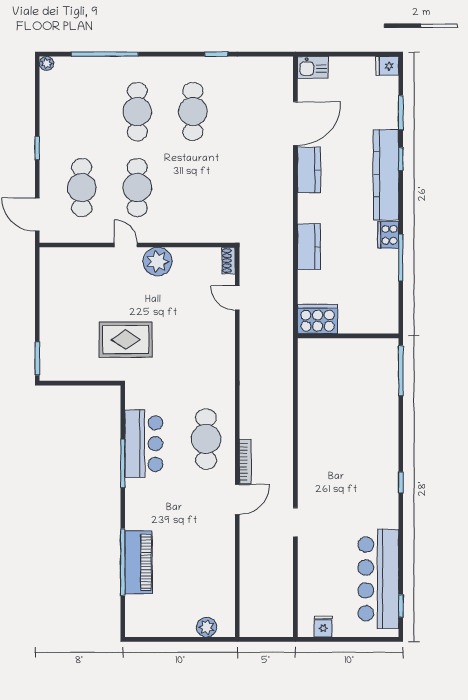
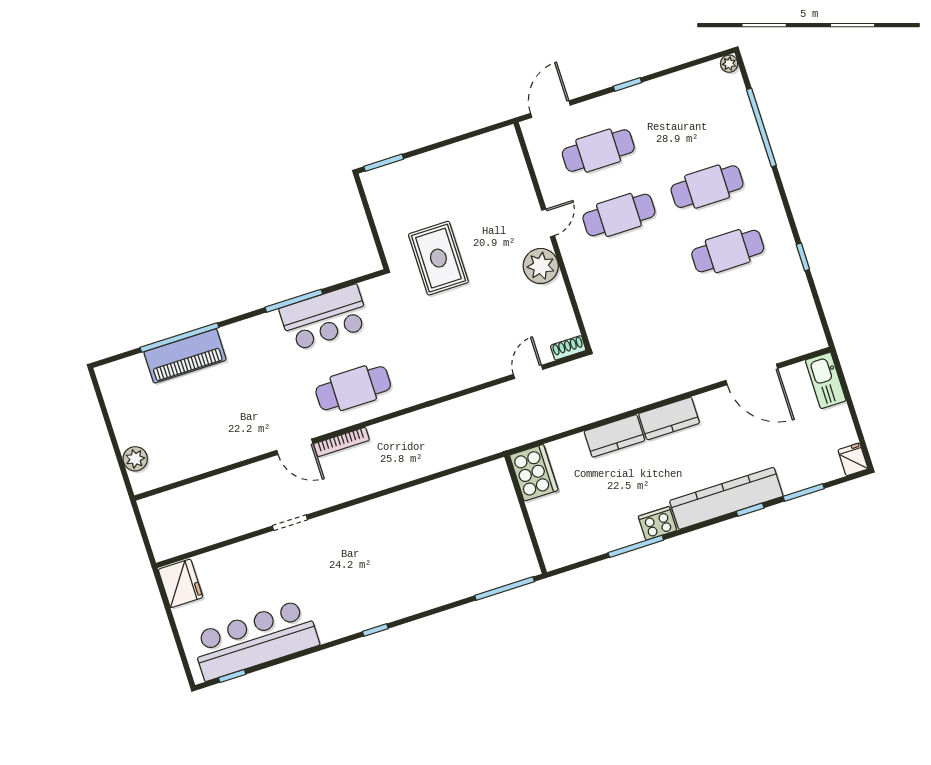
kitchen sink: (313, 67) -> (826, 380), width x1.38
kitchen counter: (309, 170) -> (669, 418), moved
fridge: (323, 627) -> (181, 583), width x1.88, depth x1.34

